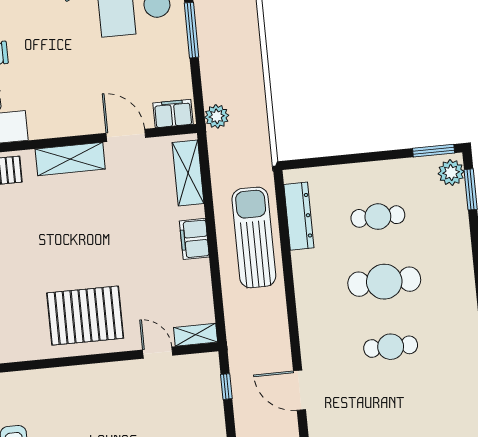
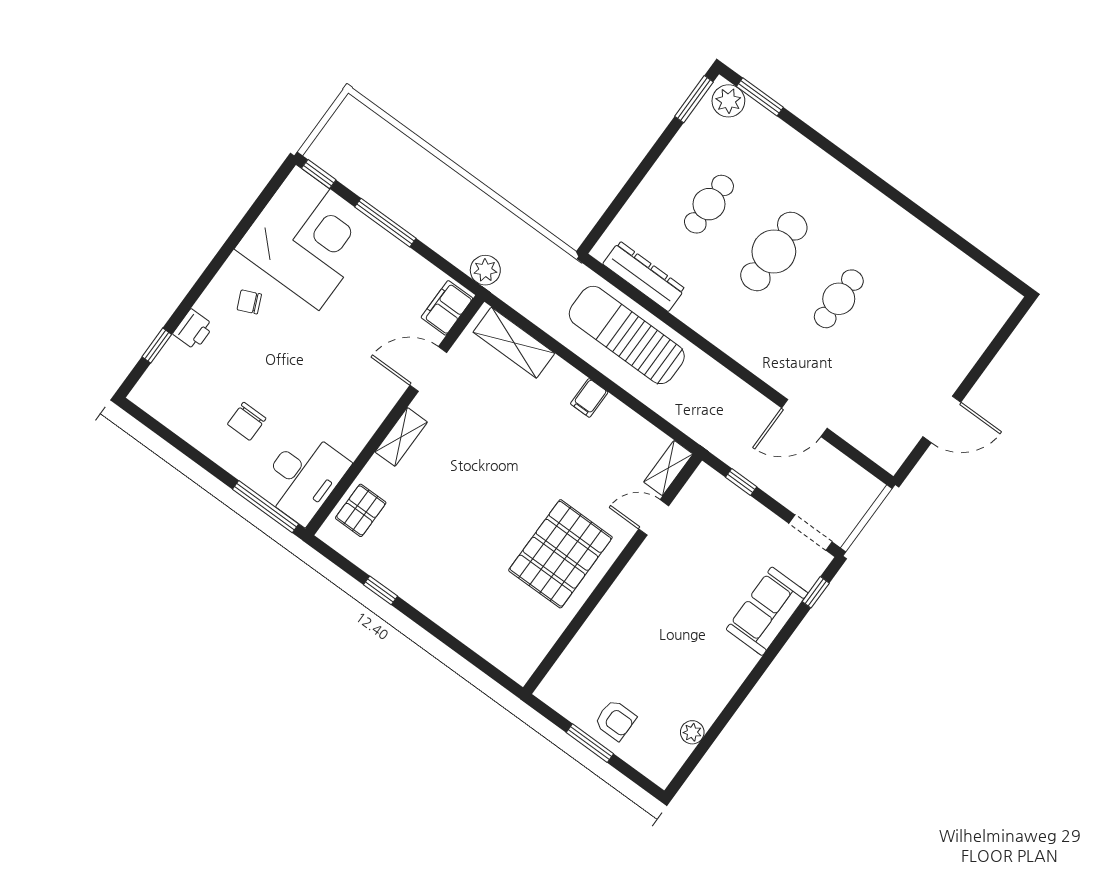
shelving: (70, 159) -> (401, 437), width x0.67, depth x0.75
filing cabinet: (194, 239) -> (589, 398), width x0.50

